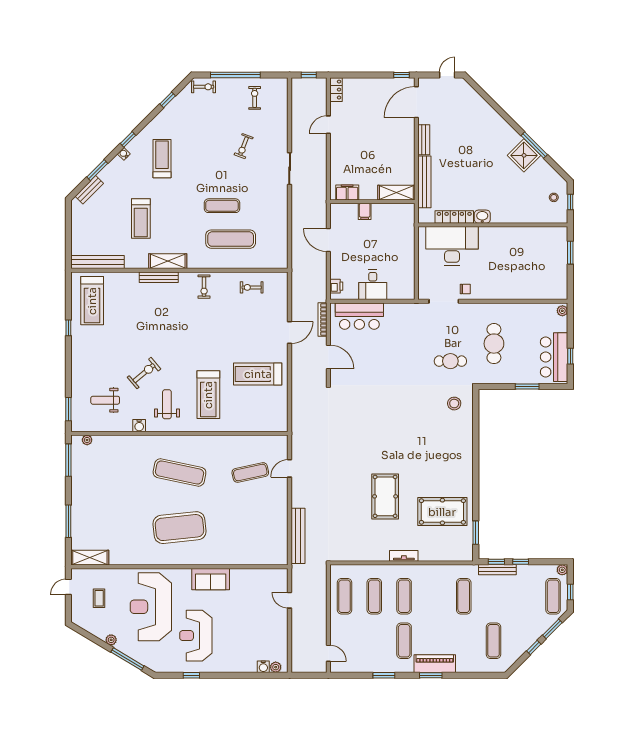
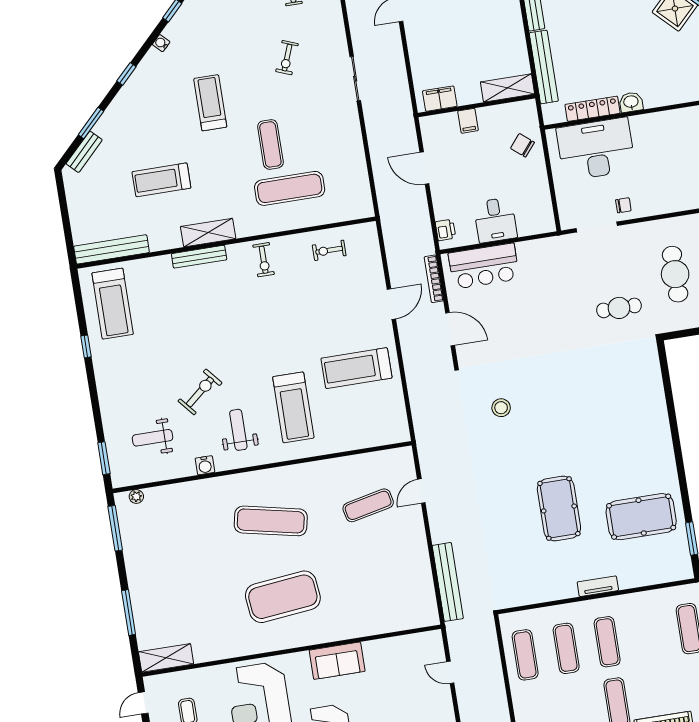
water cooler: (124, 154) -> (161, 43), moved
treadmill: (162, 159) -> (210, 103), moved
exercise mat: (222, 206) -> (270, 144), turned 90
treadmill: (141, 218) -> (161, 180), turned 90
chair: (400, 235) -> (522, 145), added
stool: (454, 404) -> (501, 408), moved

